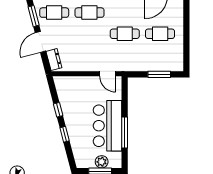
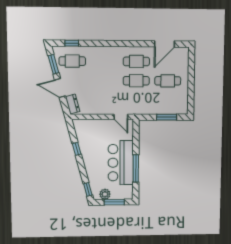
cafe table: (89, 13) -> (136, 61), moved
door: (40, 42) -> (60, 88), hinge flipped
window: (65, 134) -> (88, 189), moved
plant: (102, 162) -> (105, 194), moved

